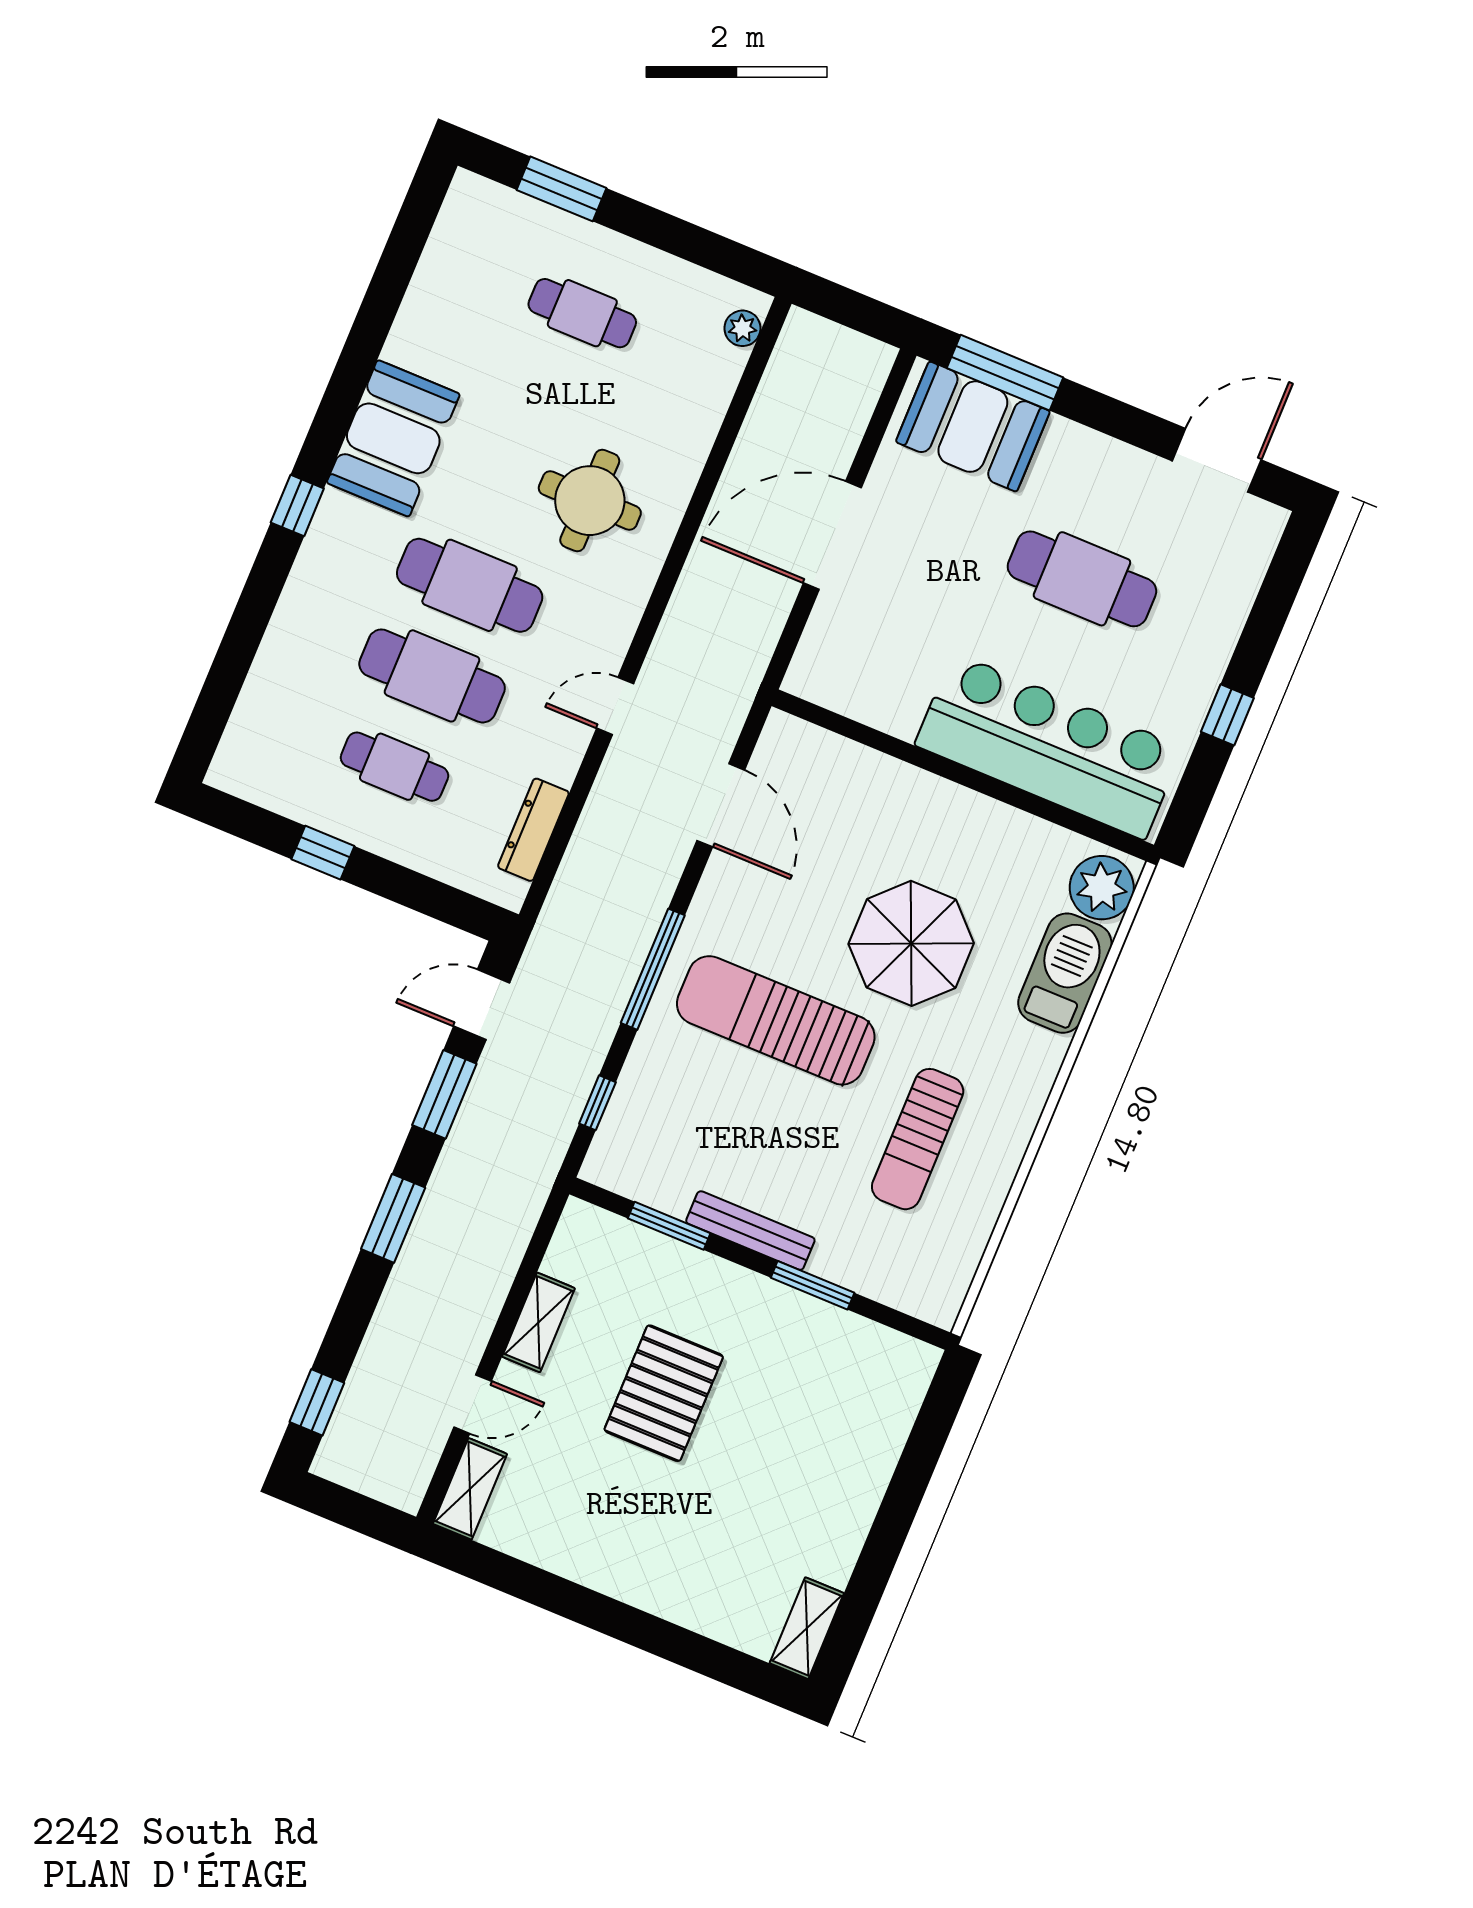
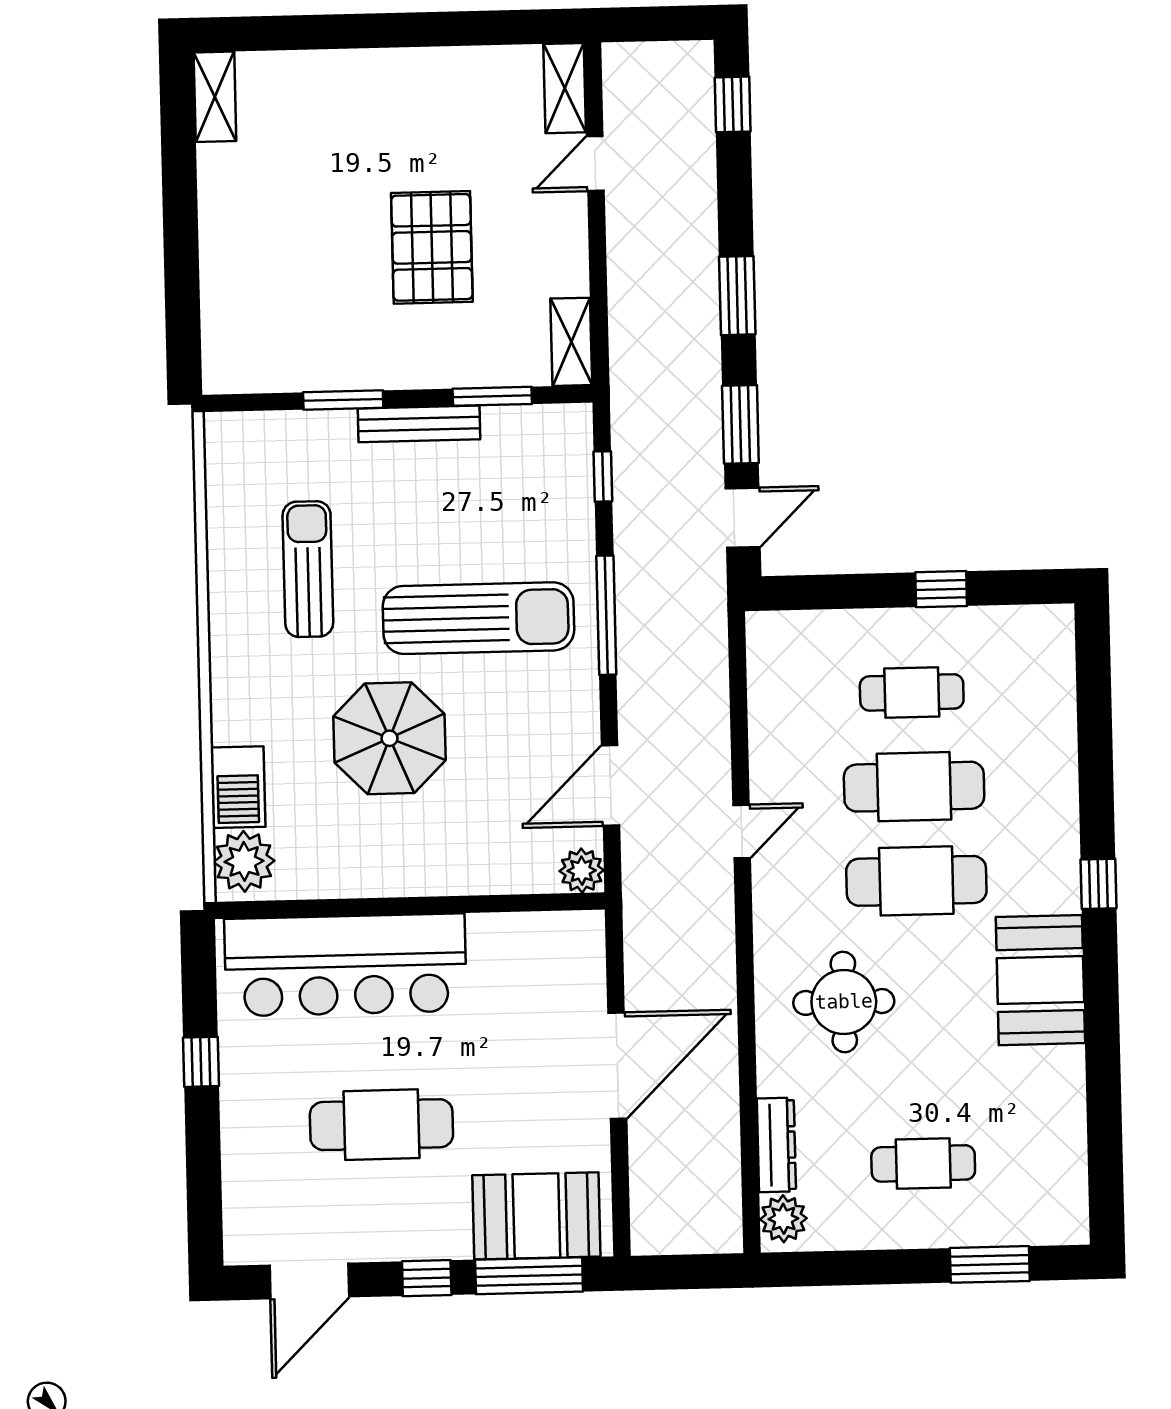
plant: (742, 328) -> (783, 1219), width x1.38, depth x1.38
window: (1104, 414) -> (427, 1278), added
plant: (784, 736) -> (582, 871), added
door: (721, 805) -> (610, 786), hinge flipped
dresser: (533, 830) -> (776, 1145), moved
barbecue: (1065, 973) -> (238, 787), width x0.73, depth x0.83
shelving: (538, 1322) -> (571, 342), moved

